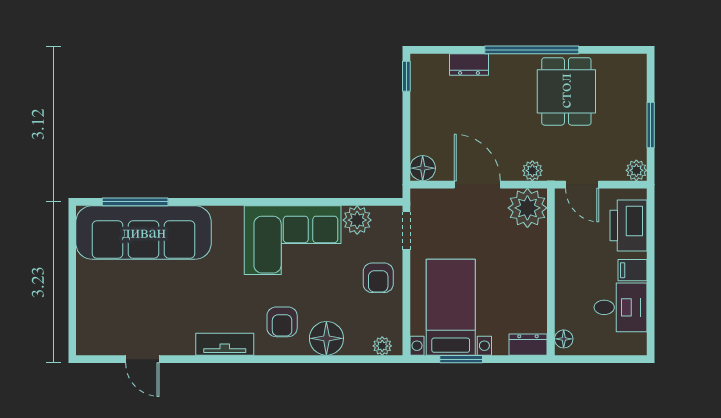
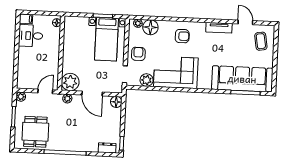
dresser: (469, 65) -> (107, 148), moved
dining table: (566, 91) -> (35, 132), moved
door: (582, 185) -> (45, 91), hinge flipped
printer: (628, 226) -> (25, 72), removed
filing cabinet: (633, 270) -> (26, 19), moved
coffee table: (106, 318) -> (261, 41), added
armchair: (282, 322) -> (182, 36), turned 90
floor lamp: (326, 338) -> (150, 27), moved
tv unit: (225, 344) -> (219, 28), moved
dresser: (528, 345) -> (73, 21), removed

